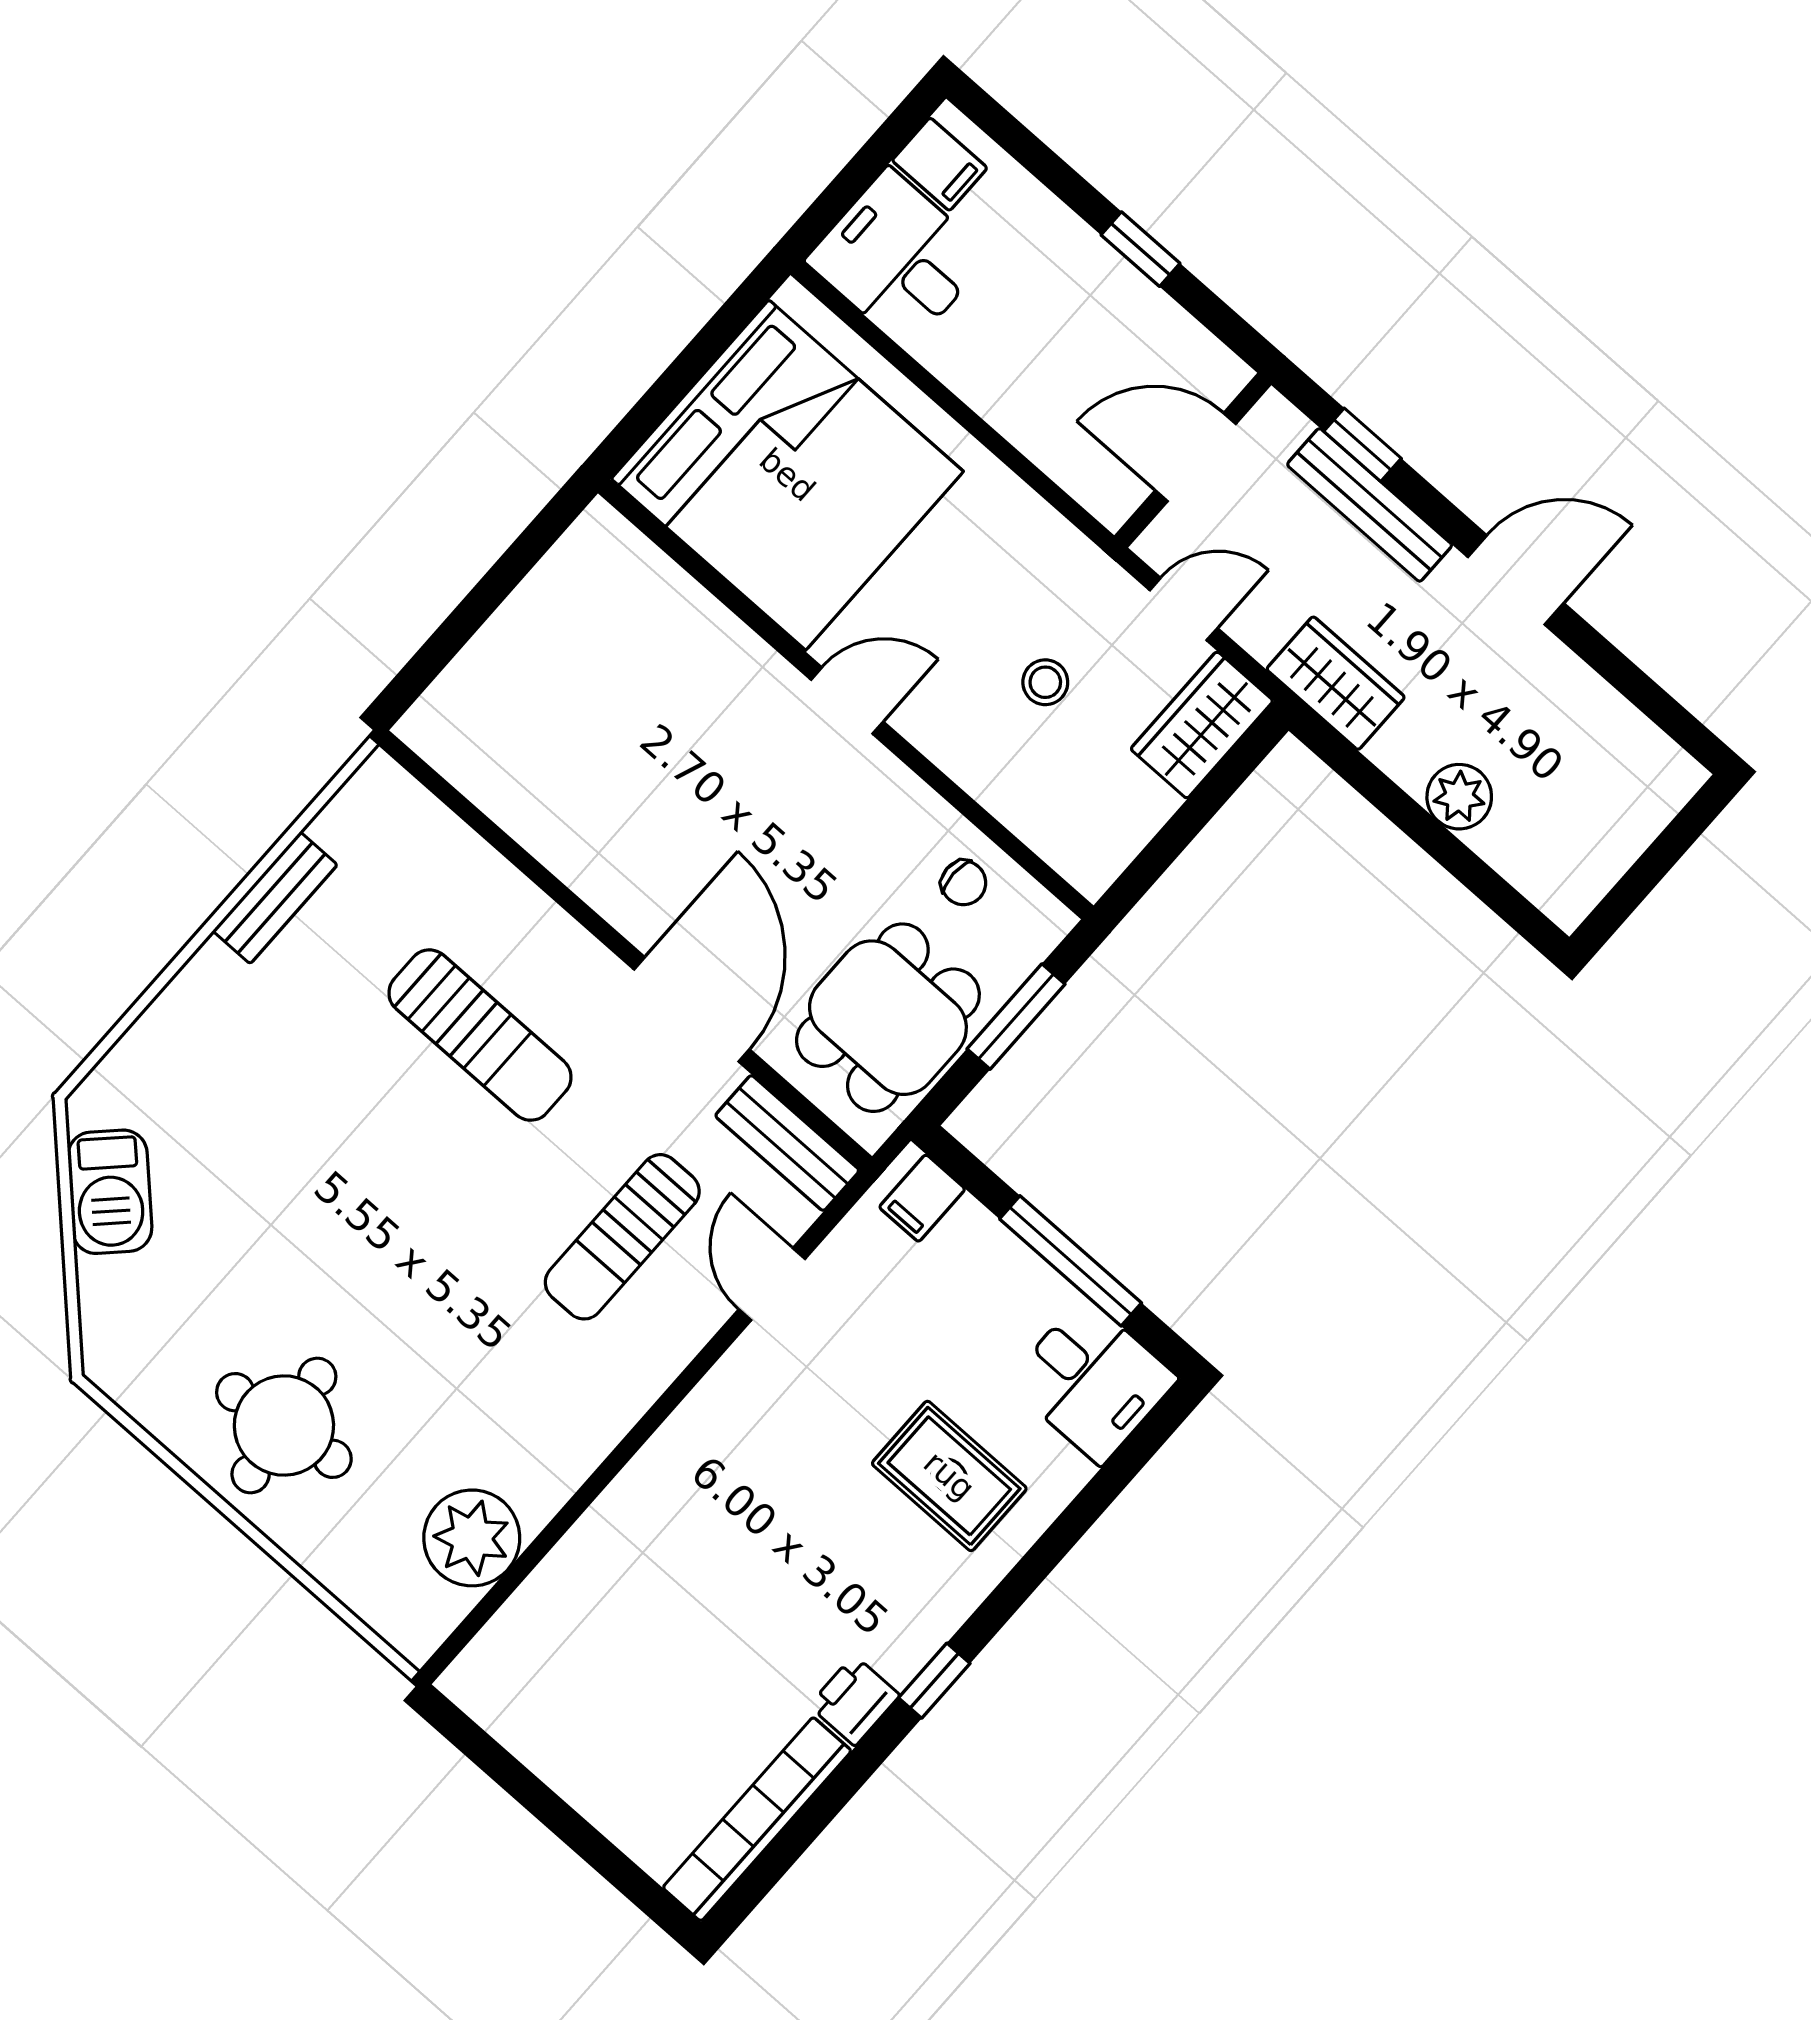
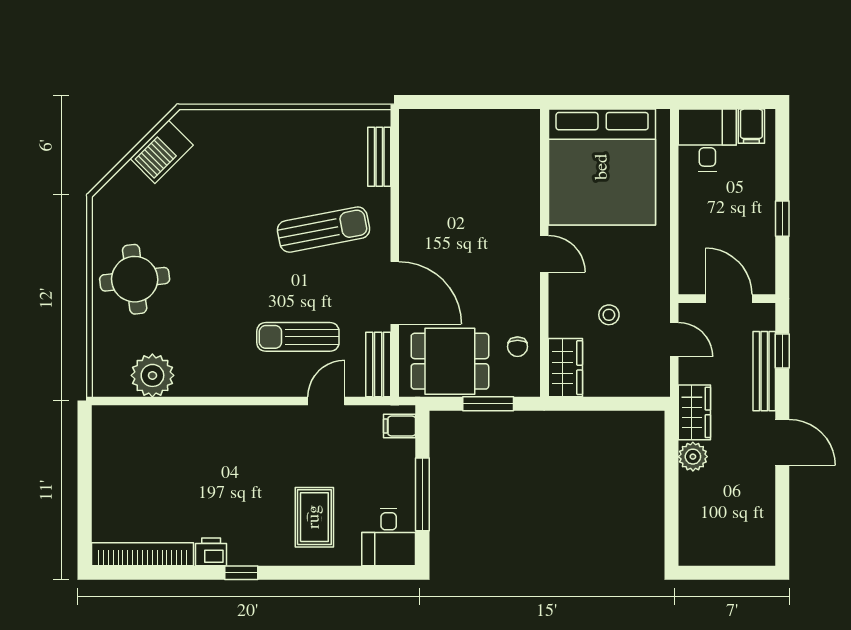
wardrobe: (1202, 725) -> (565, 368), moved, turned 90
plant: (1459, 797) -> (693, 457), moved
bench: (275, 898) -> (379, 157), moved, turned 90
door: (692, 1009) -> (395, 293), hinge flipped
sun lounger: (480, 1035) -> (324, 230), turned -101

